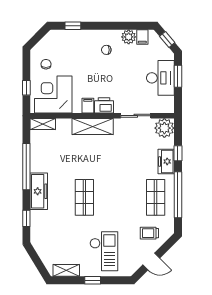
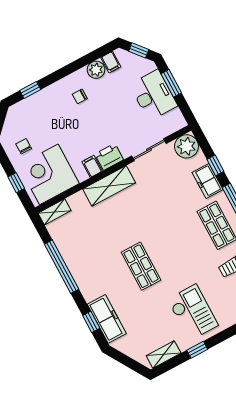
freezer: (39, 191) -> (107, 319), moved

